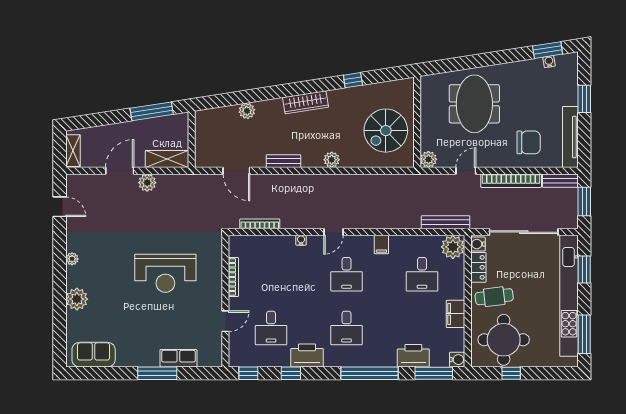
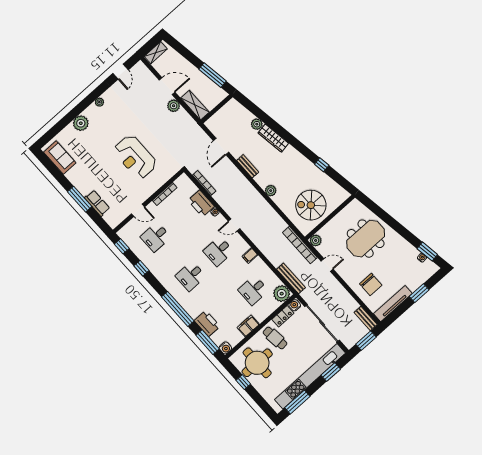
wardrobe: (305, 102) -> (273, 138), moved
bookcase: (511, 181) -> (300, 245), moved
printer: (307, 355) -> (201, 203), moved, turned 180

